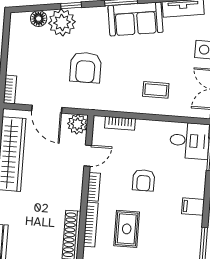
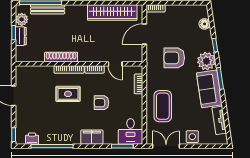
plant: (62, 22) -> (206, 61), moved
coffee table: (156, 90) -> (163, 106), width x1.86, depth x1.72
plant: (77, 124) -> (136, 55), removed
filing cabinet: (193, 207) -> (92, 137), width x2.00

